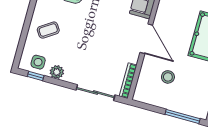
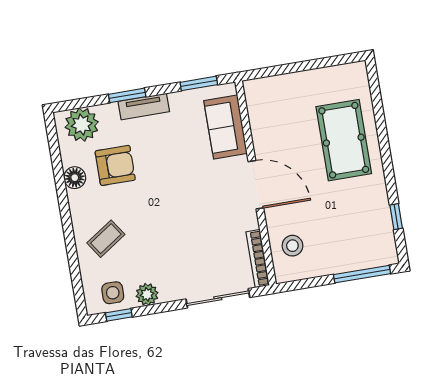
stool: (168, 77) -> (292, 246), moved

